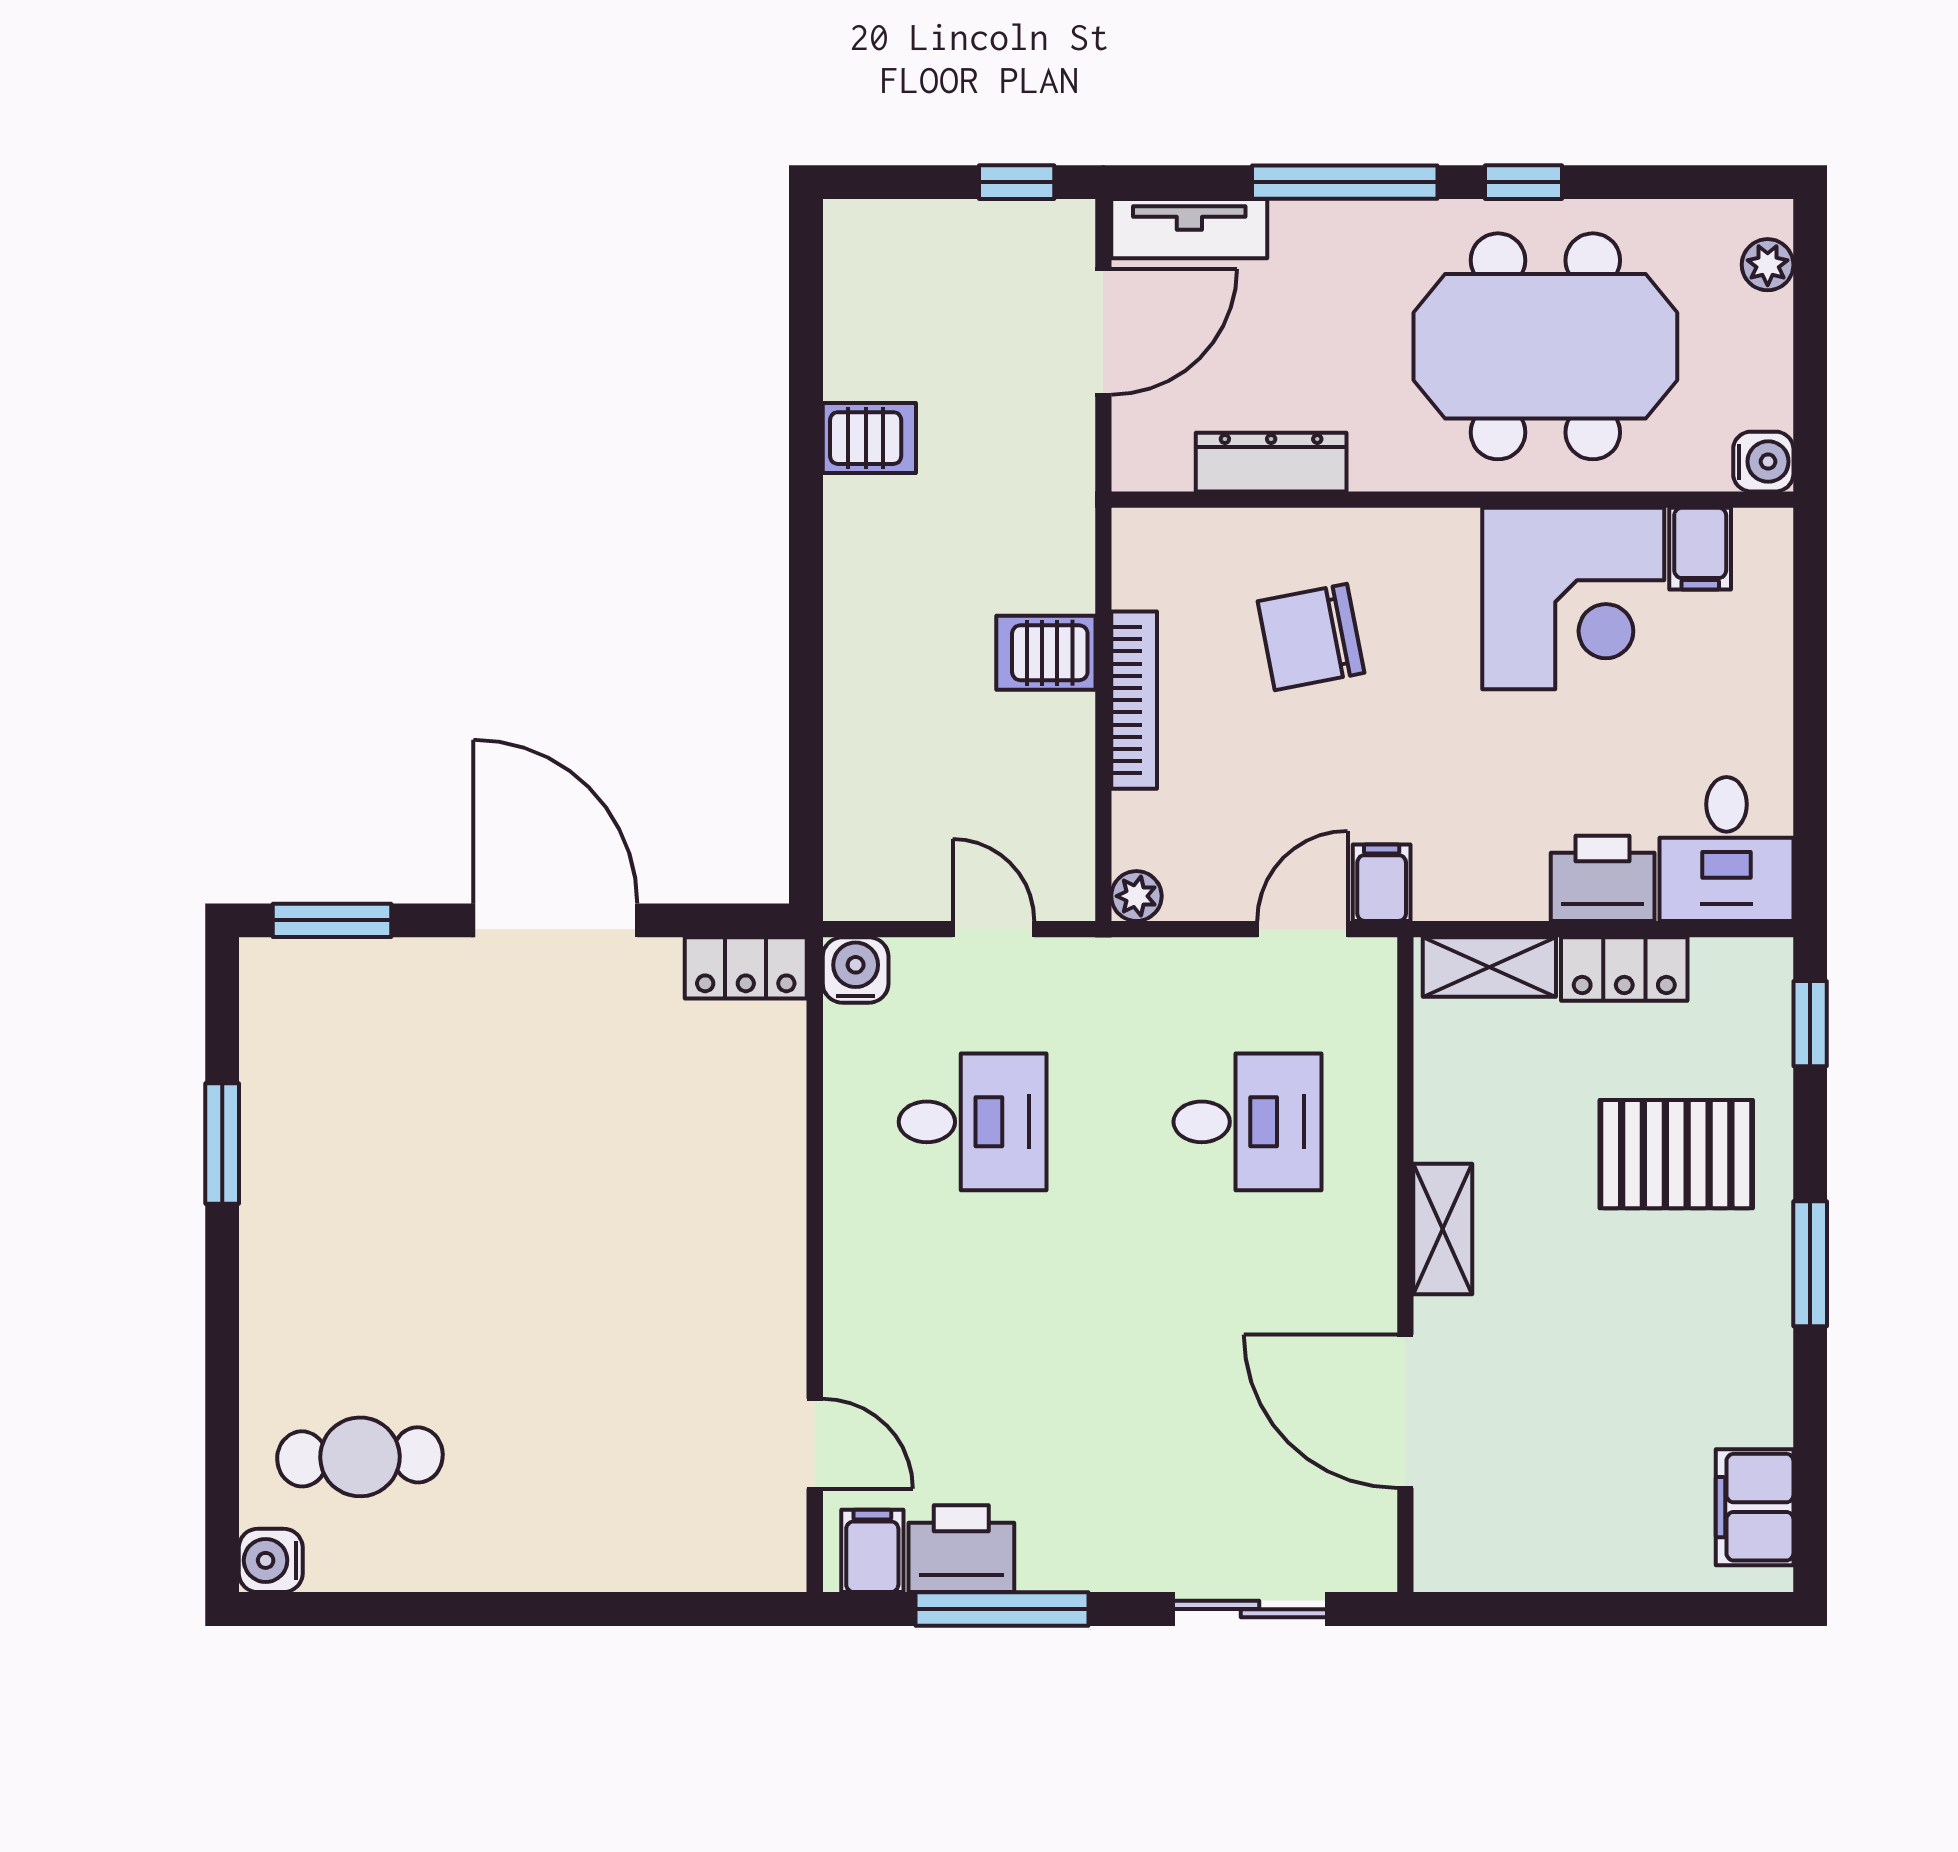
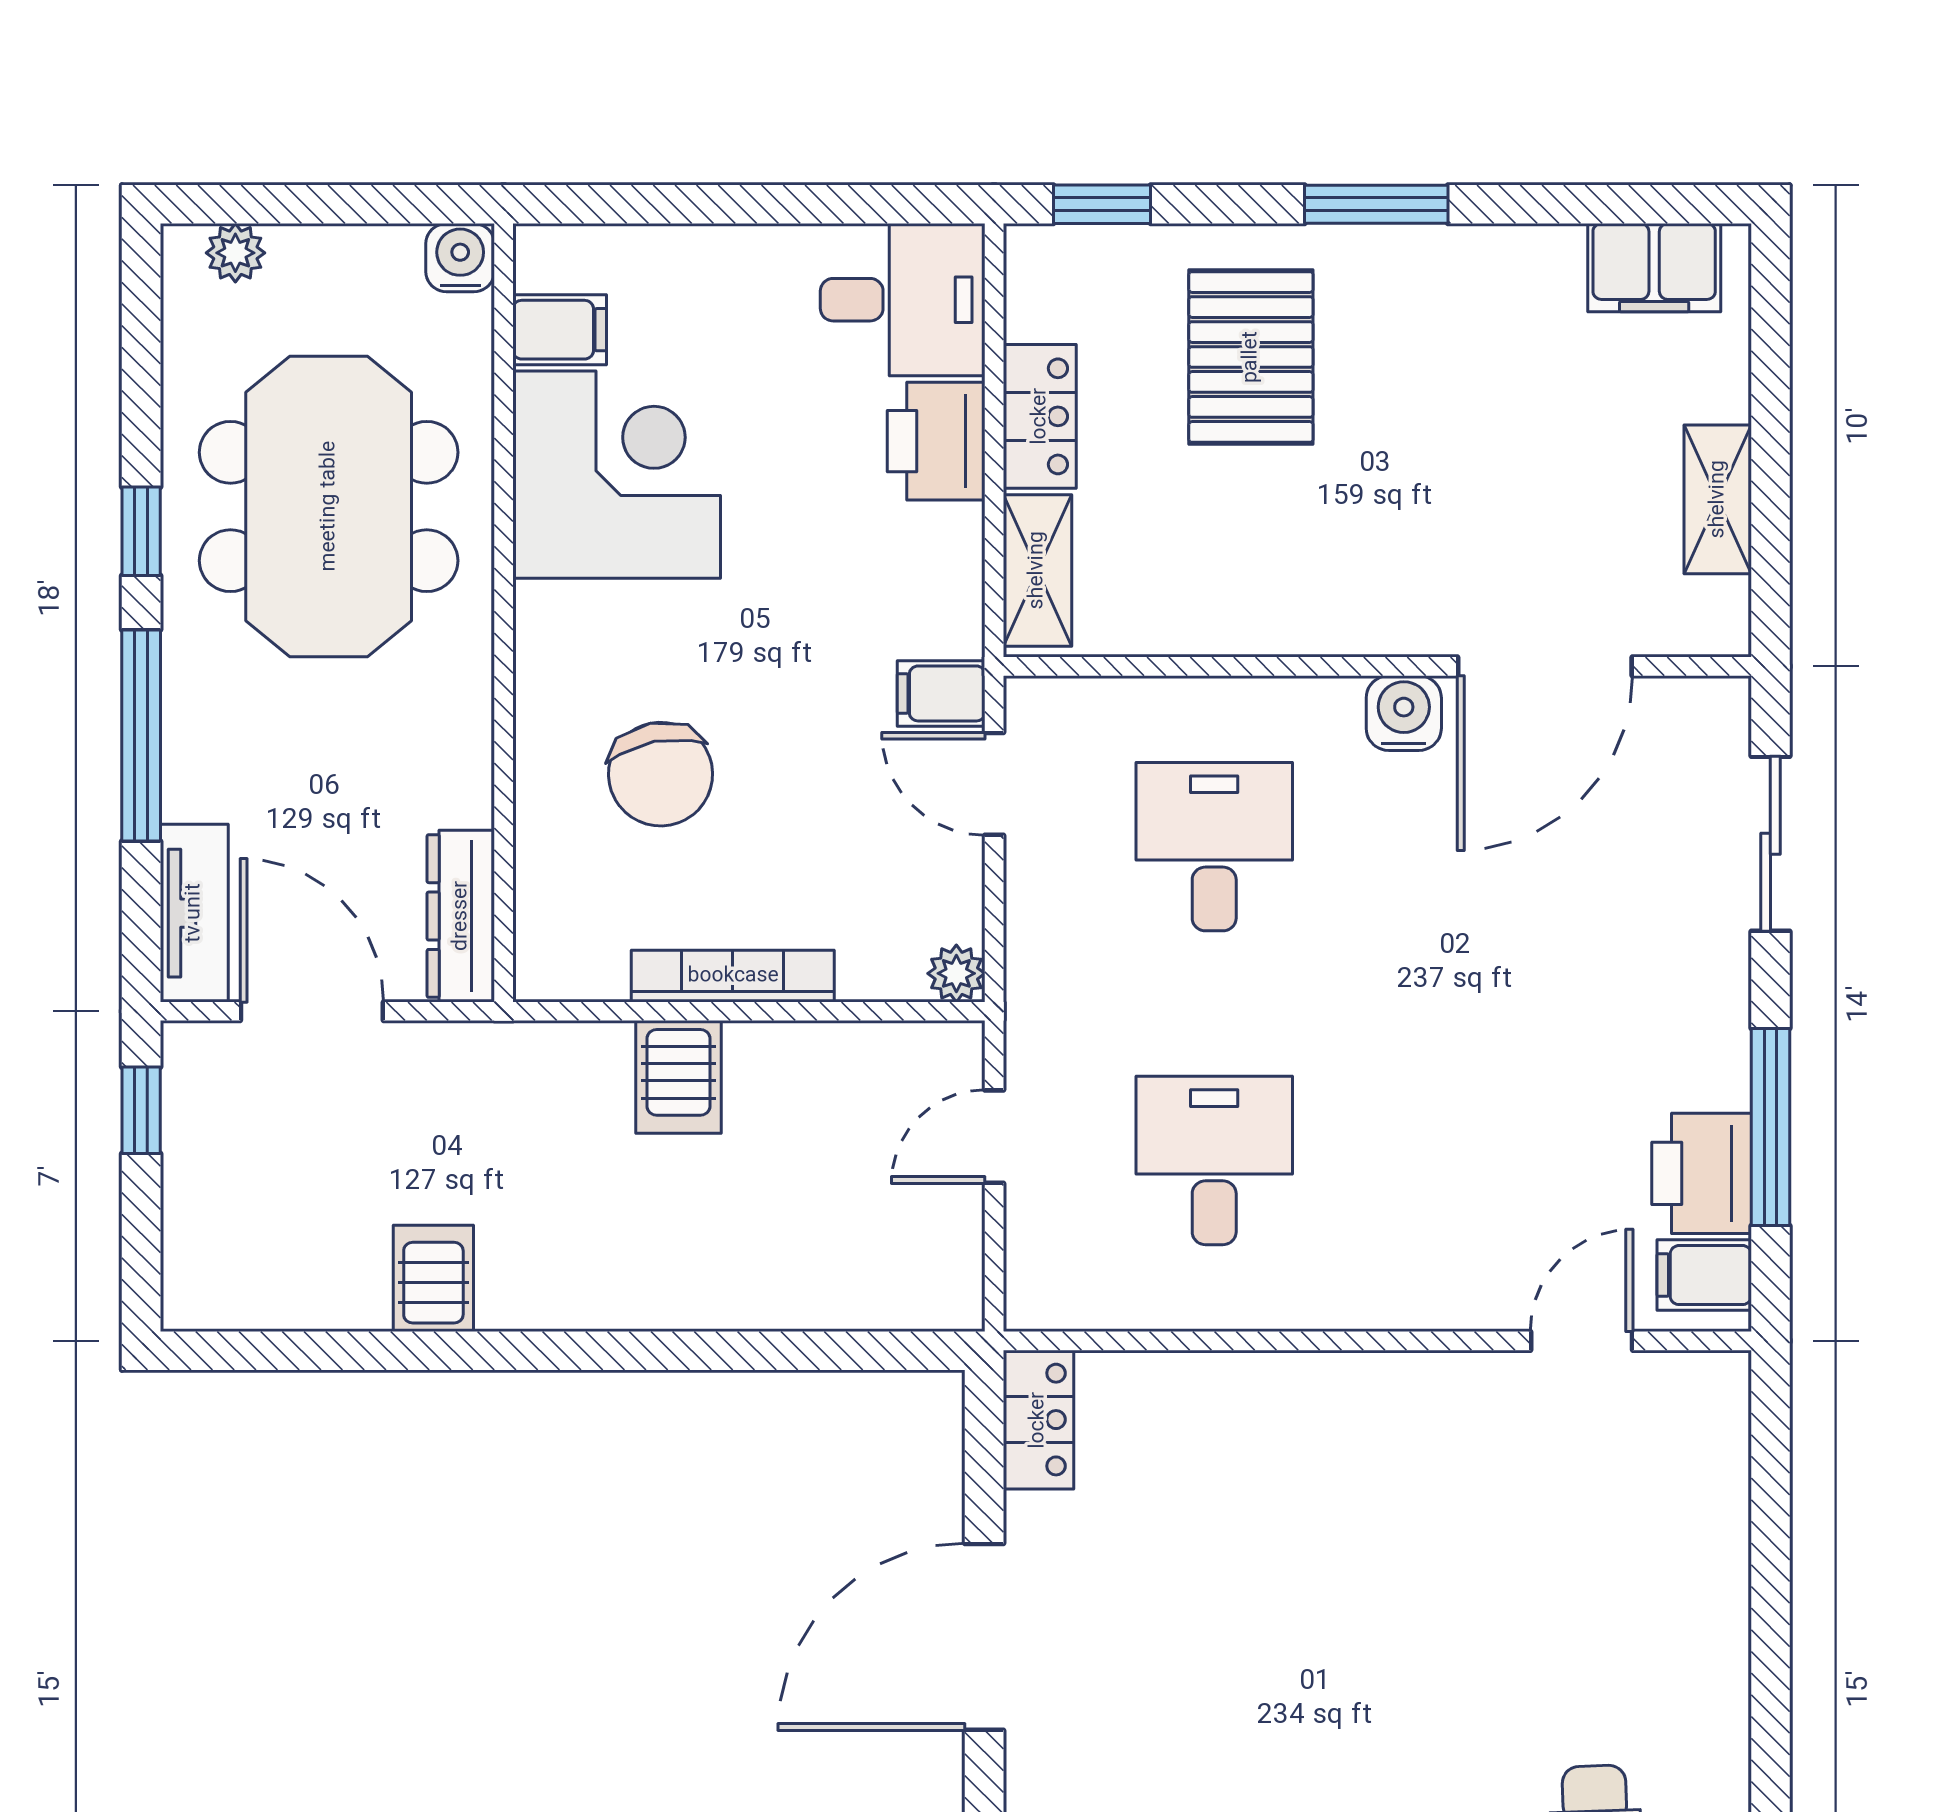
dresser: (1271, 462) -> (461, 916), moved
water cooler: (856, 970) -> (1404, 713), moved, turned 90
shelving: (1443, 1229) -> (1718, 499), moved, turned 90

